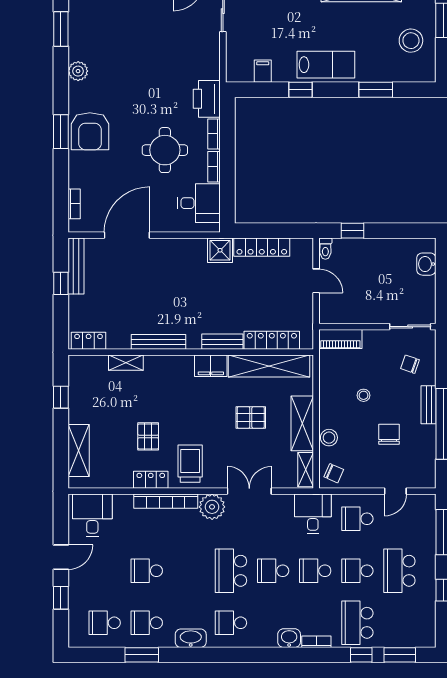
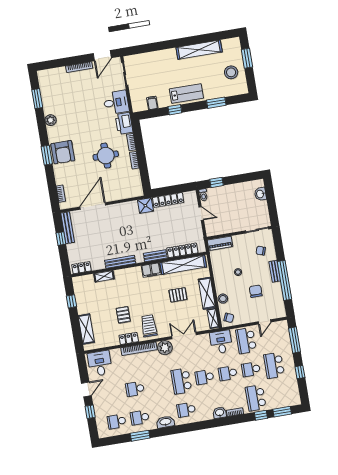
desk: (199, 203) -> (116, 102), moved
school desk: (357, 519) -> (246, 341), width x1.85

